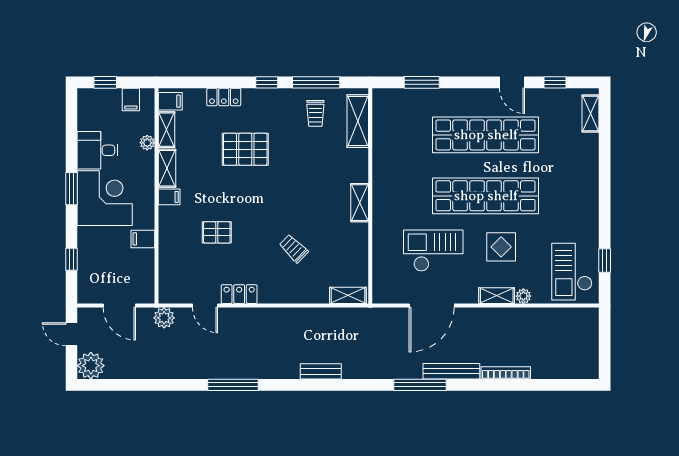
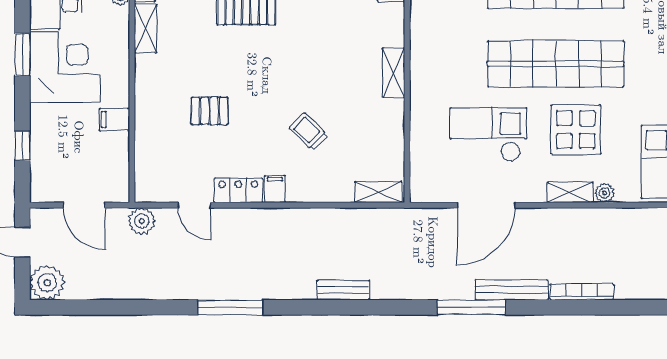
filing cabinet: (169, 197) -> (275, 189), moved, turned -90
display table: (501, 247) -> (576, 130), width x1.36, depth x1.36

